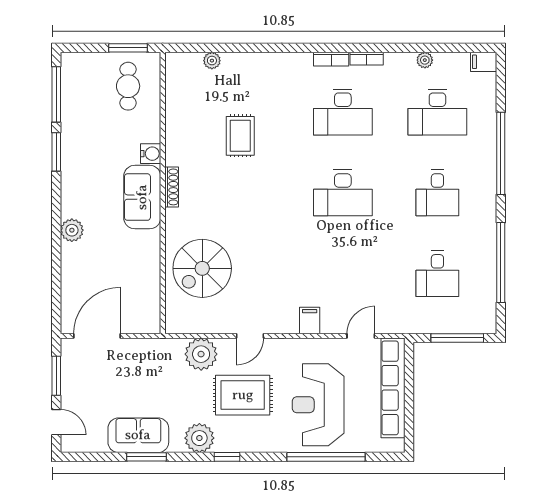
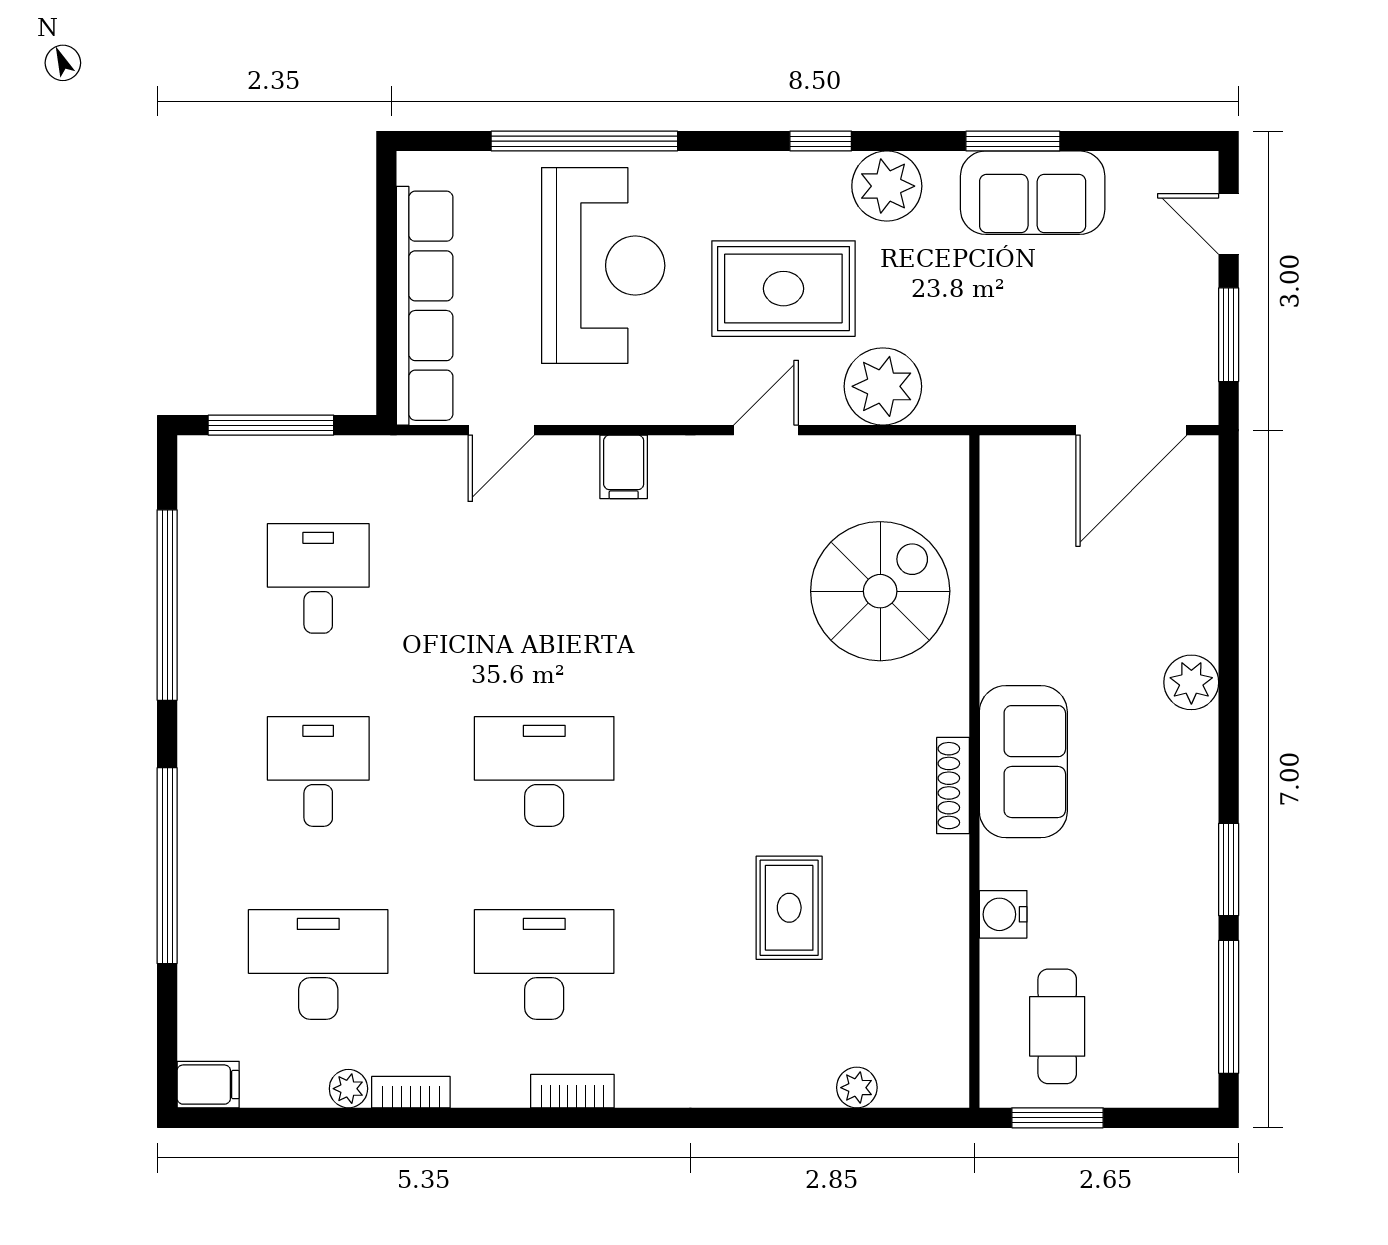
bookcase: (367, 59) -> (411, 1092), moved
water cooler: (151, 154) -> (1003, 914), moved

